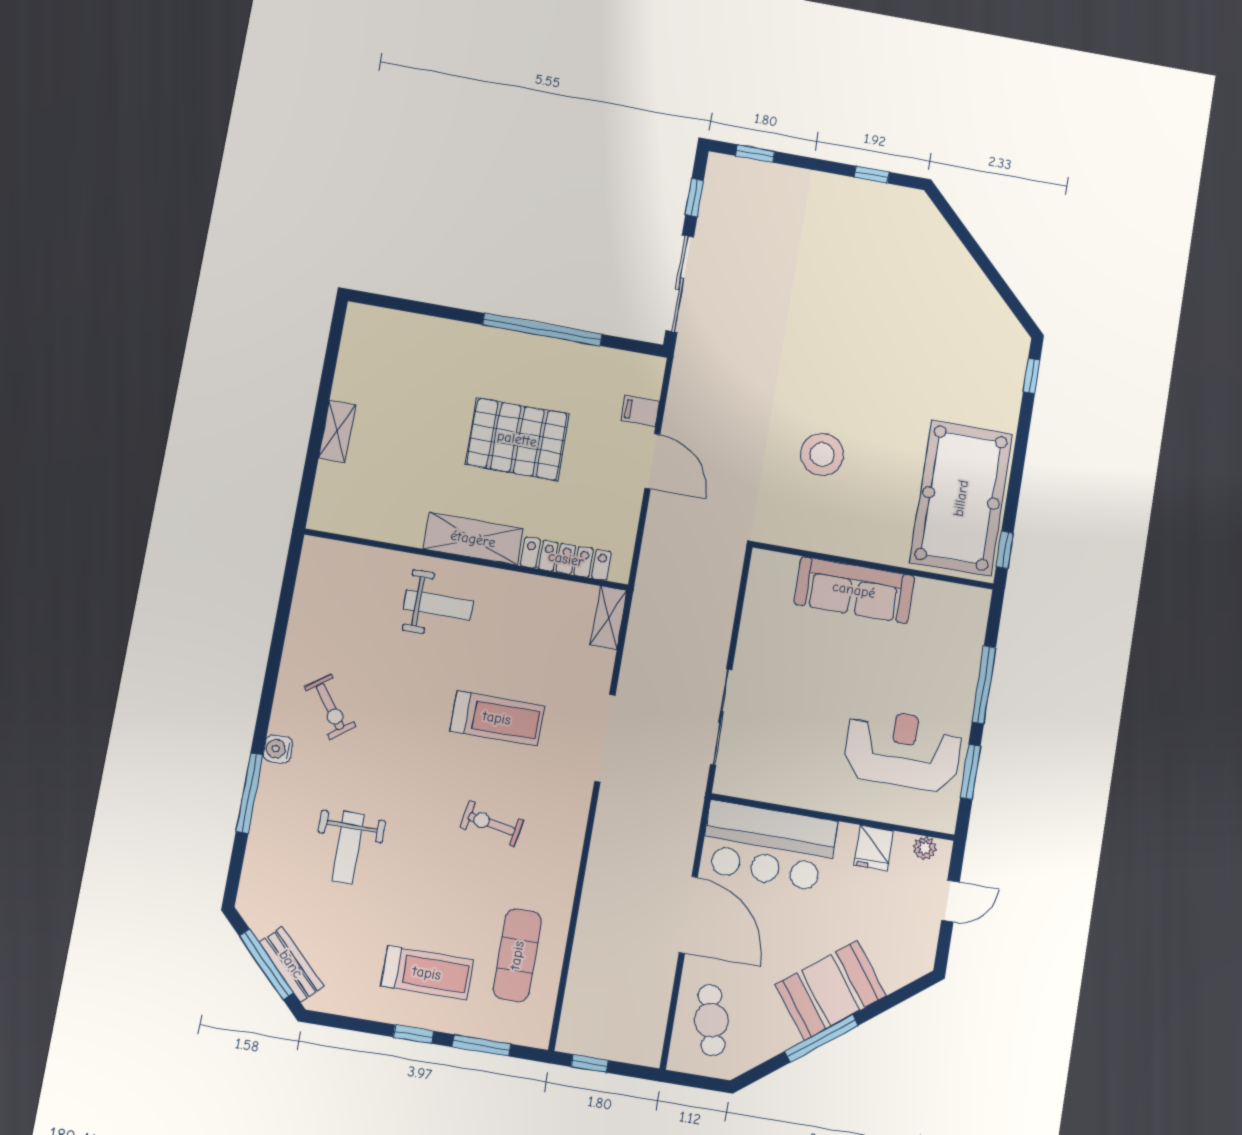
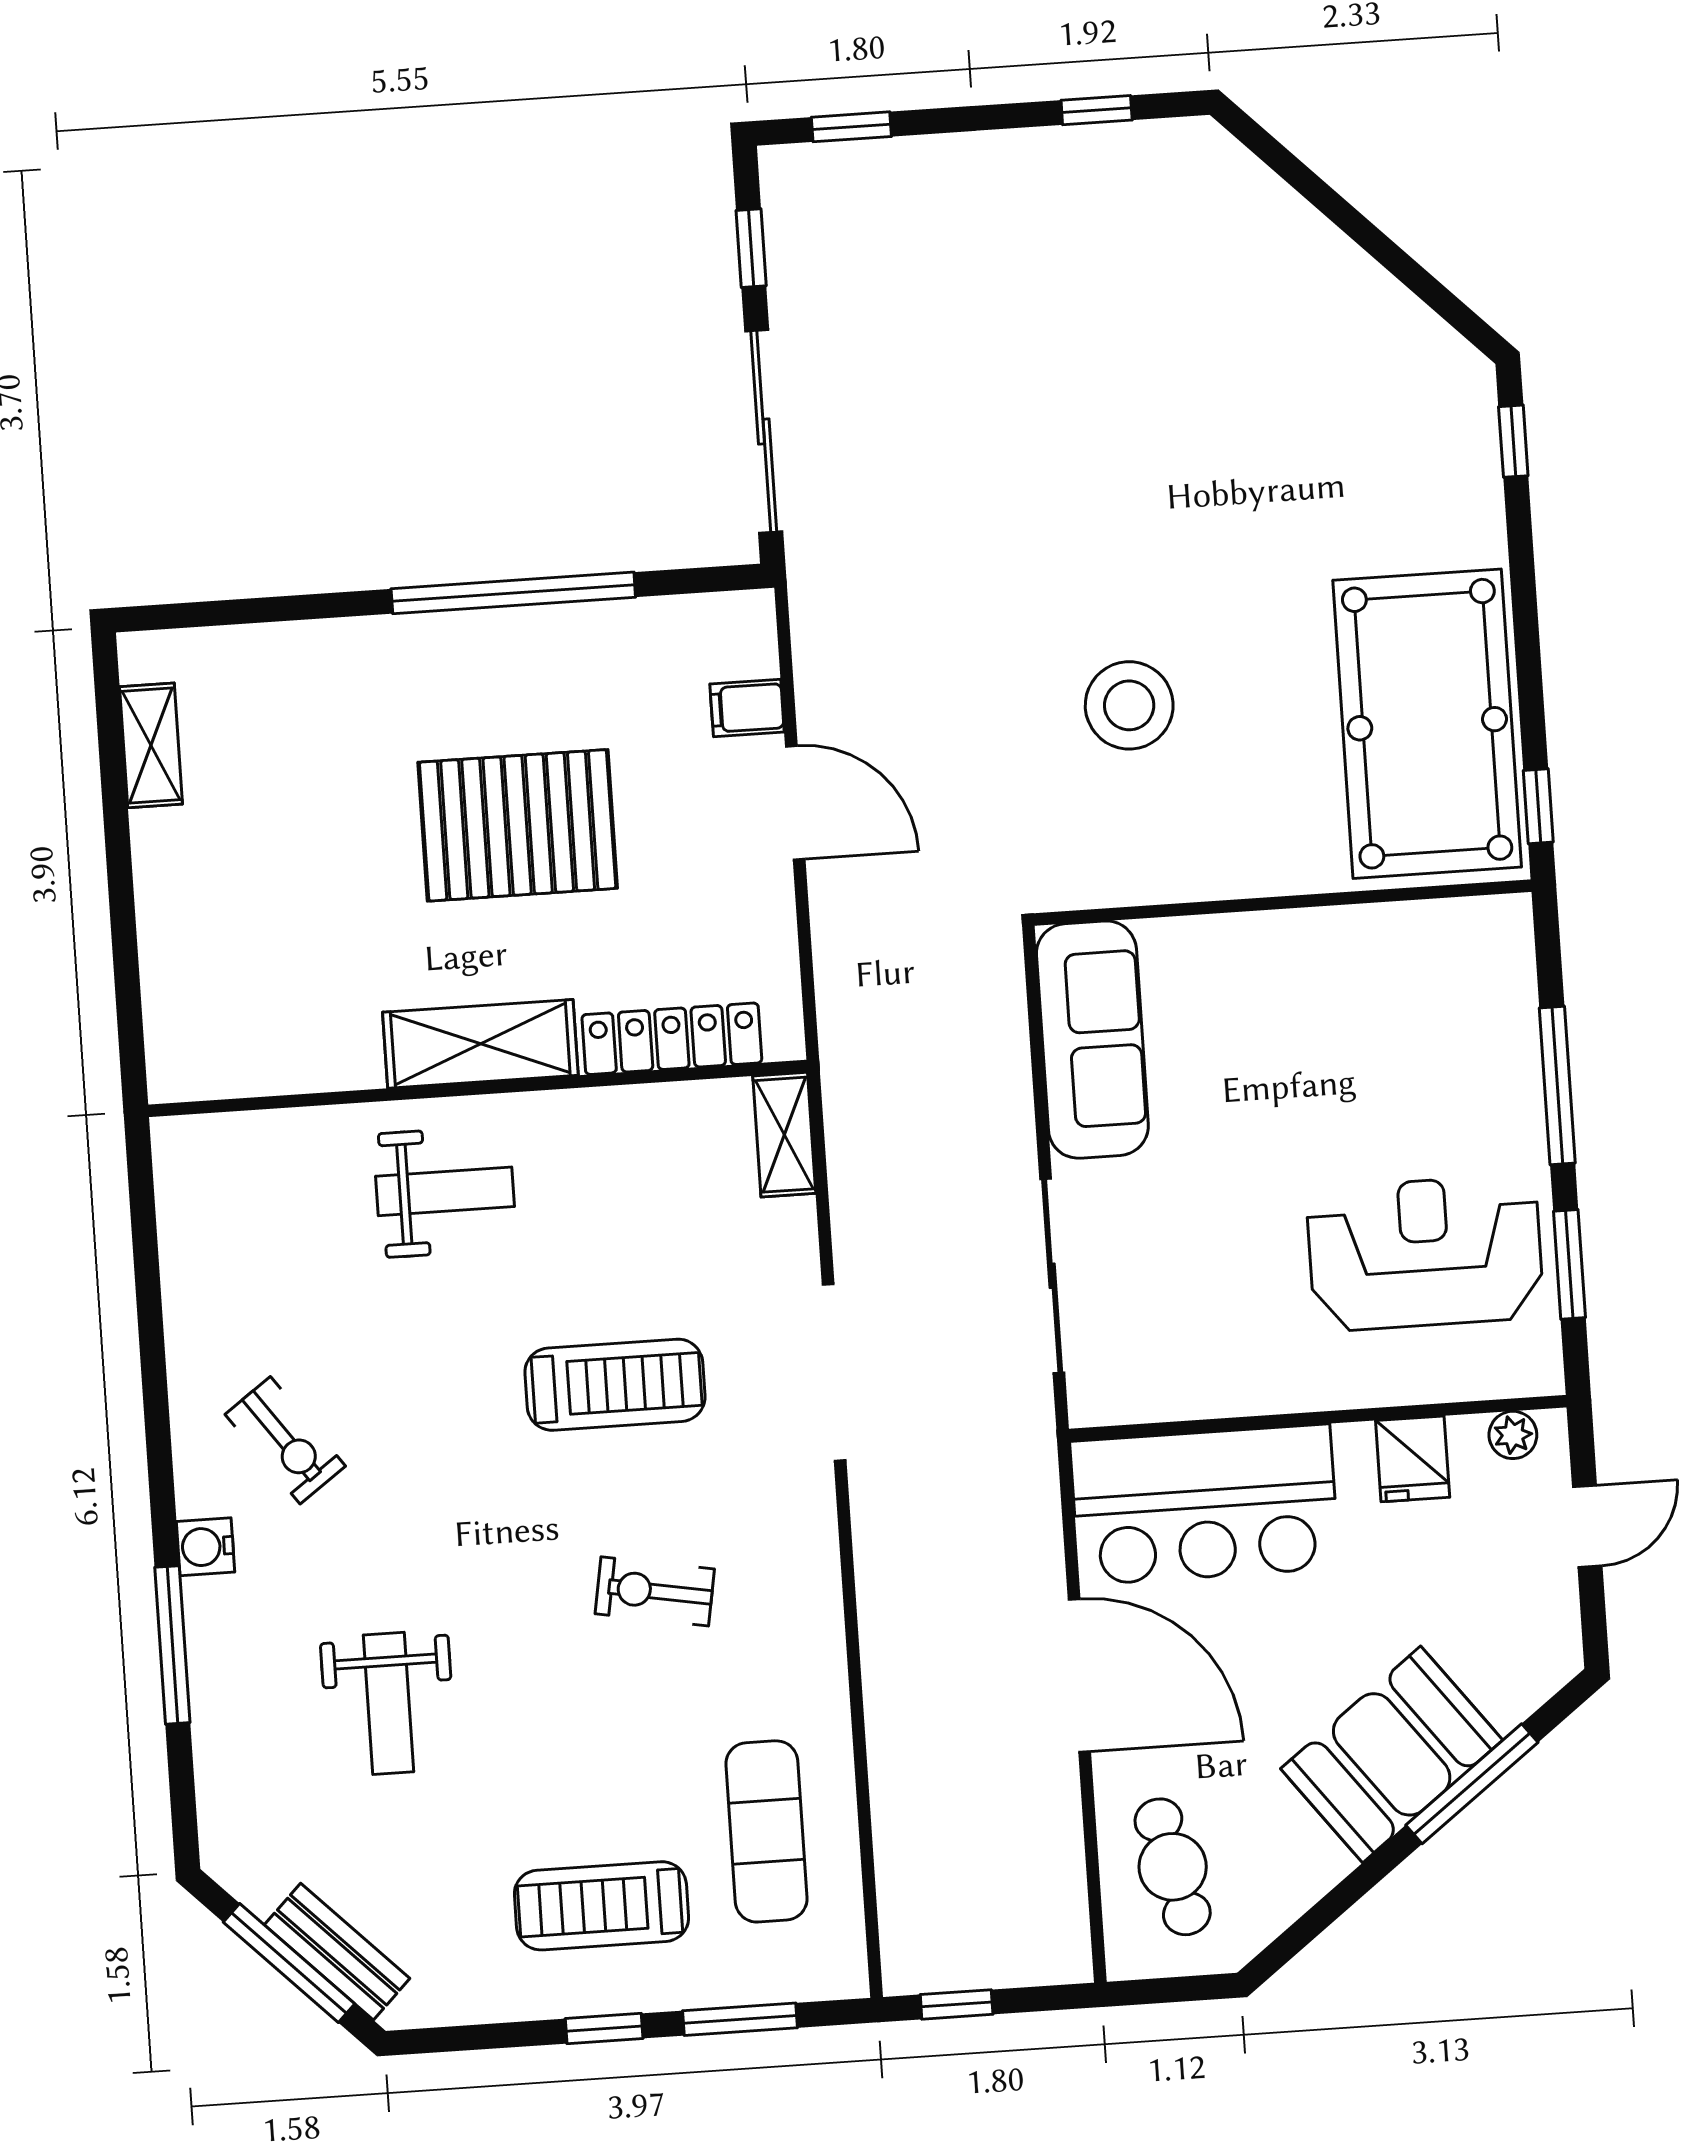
shelving: (337, 432) -> (151, 745), moved
sofa: (854, 590) -> (1092, 1040), moved, turned -90
treadmill: (427, 973) -> (602, 1906), turned 180
window: (821, 1038) -> (1472, 1784), moved

